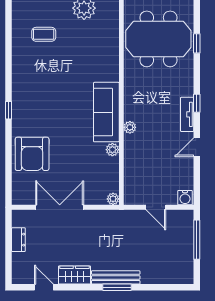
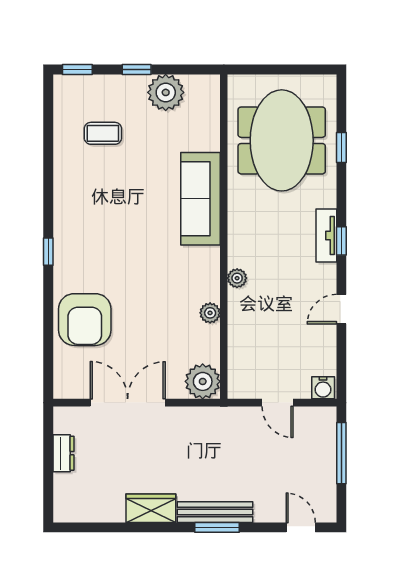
meeting table: (158, 39) -> (282, 140), turned 90
sofa: (106, 112) -> (200, 199), moved
tv unit: (187, 114) -> (326, 235), moved
plant: (113, 199) -> (203, 381), width x1.88, depth x1.88
door: (44, 287) -> (301, 527), moved

